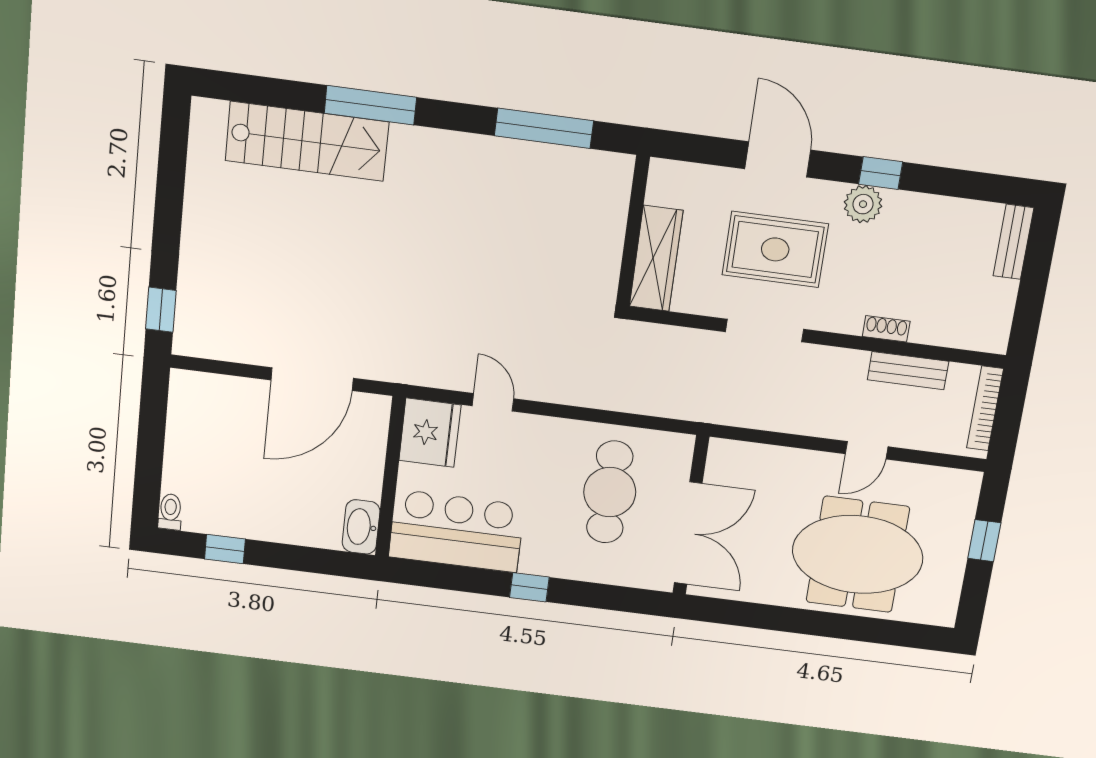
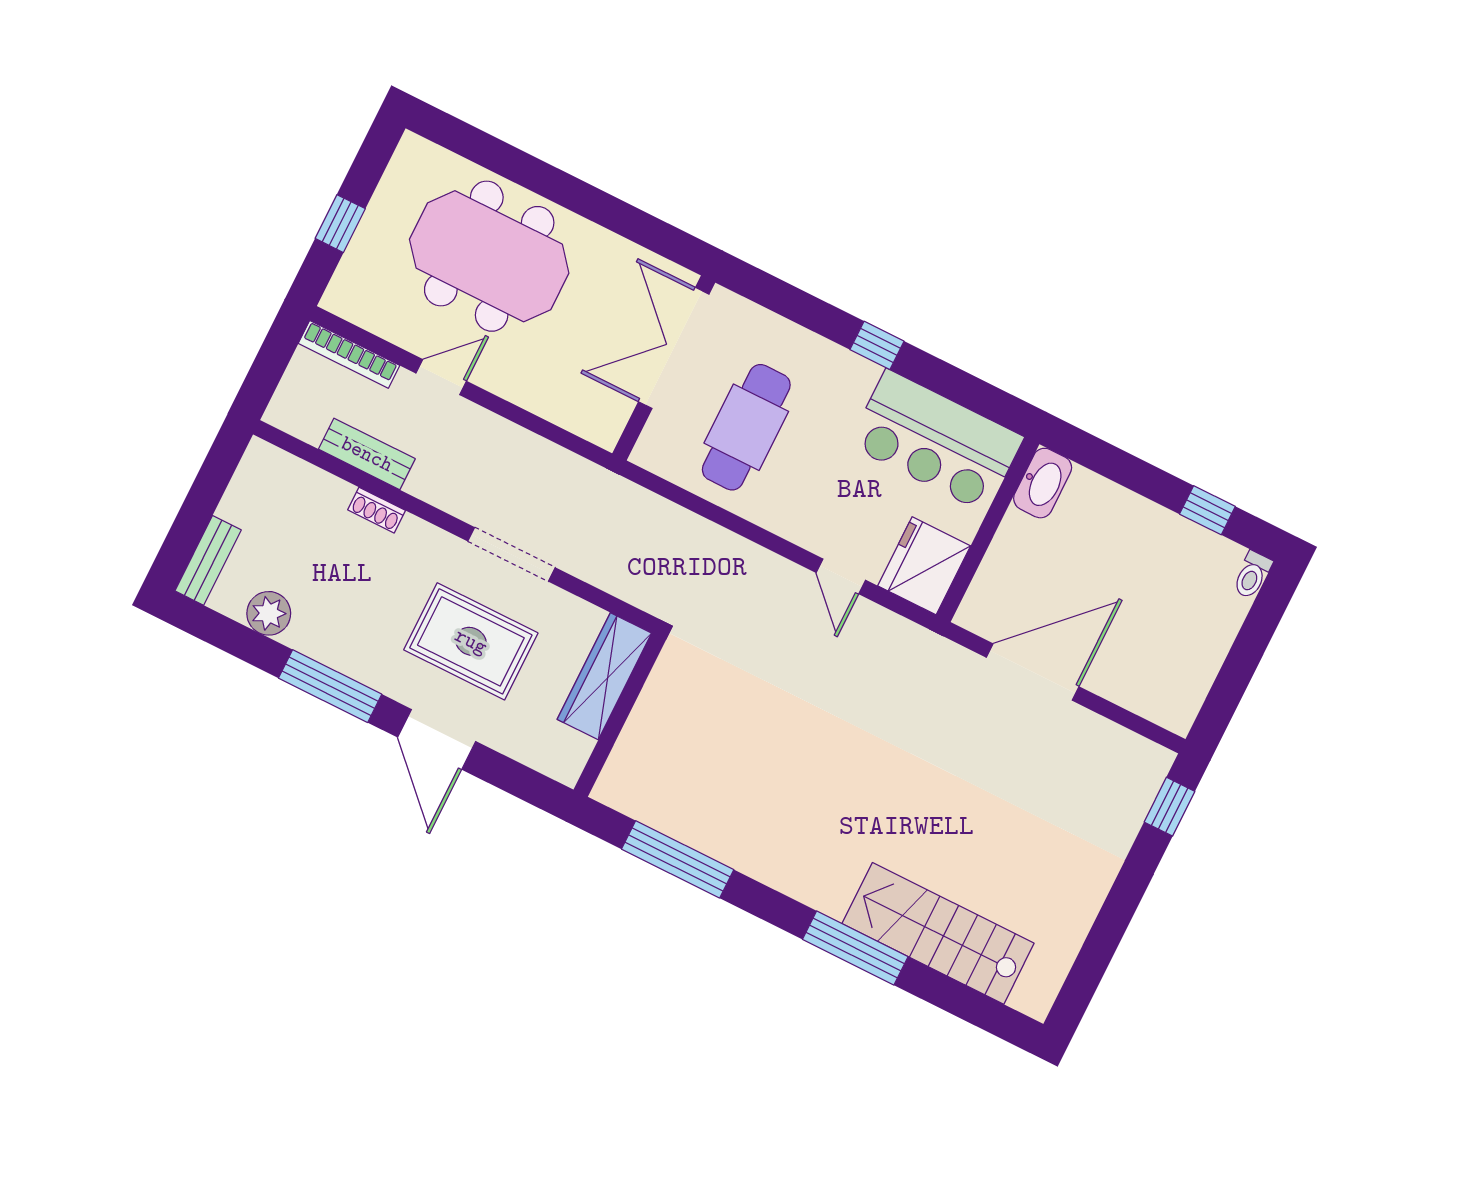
window: (881, 173) -> (330, 686), width x2.17
plant: (863, 204) -> (269, 613), moved
bookcase: (985, 408) -> (349, 354), moved, turned 90

